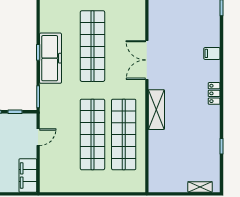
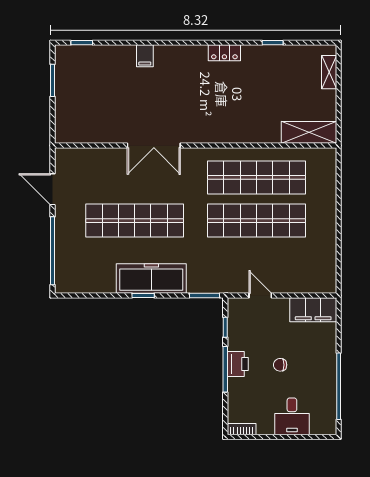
locker: (214, 93) -> (224, 53), moved
shelving: (156, 110) -> (309, 132), moved

